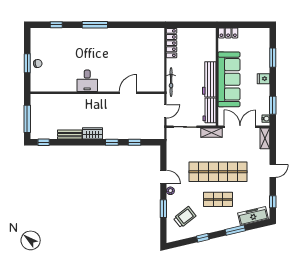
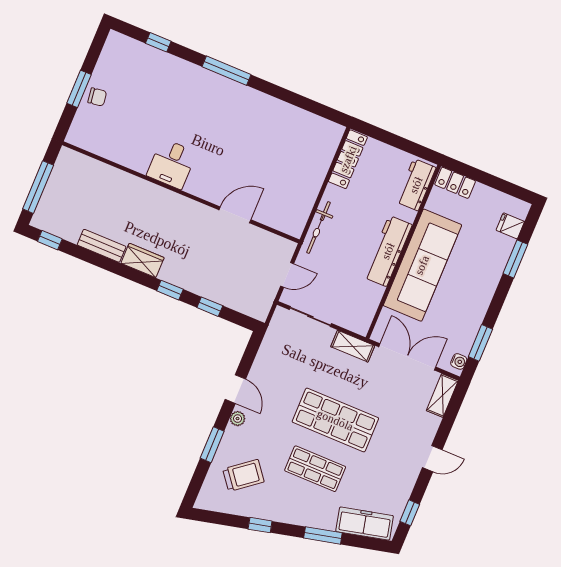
fridge: (264, 79) -> (510, 226), moved
workbench: (210, 110) -> (416, 185), moved
shop shelf: (218, 172) -> (335, 420), width x0.71

